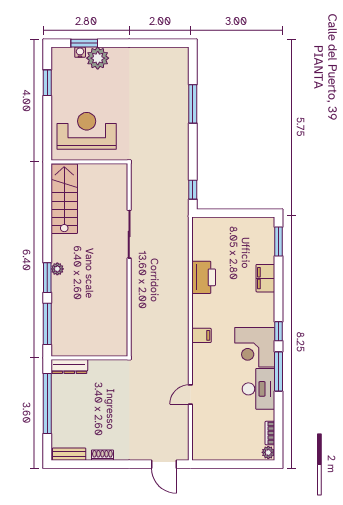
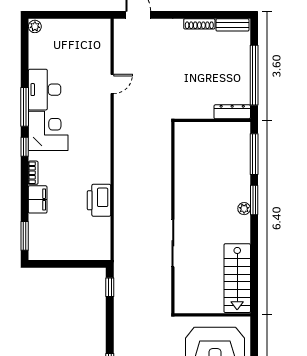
filing cabinet: (202, 335) -> (101, 143), removed
bookcase: (270, 433) -> (33, 173), moved
shoe rack: (102, 455) -> (199, 24), width x1.43

